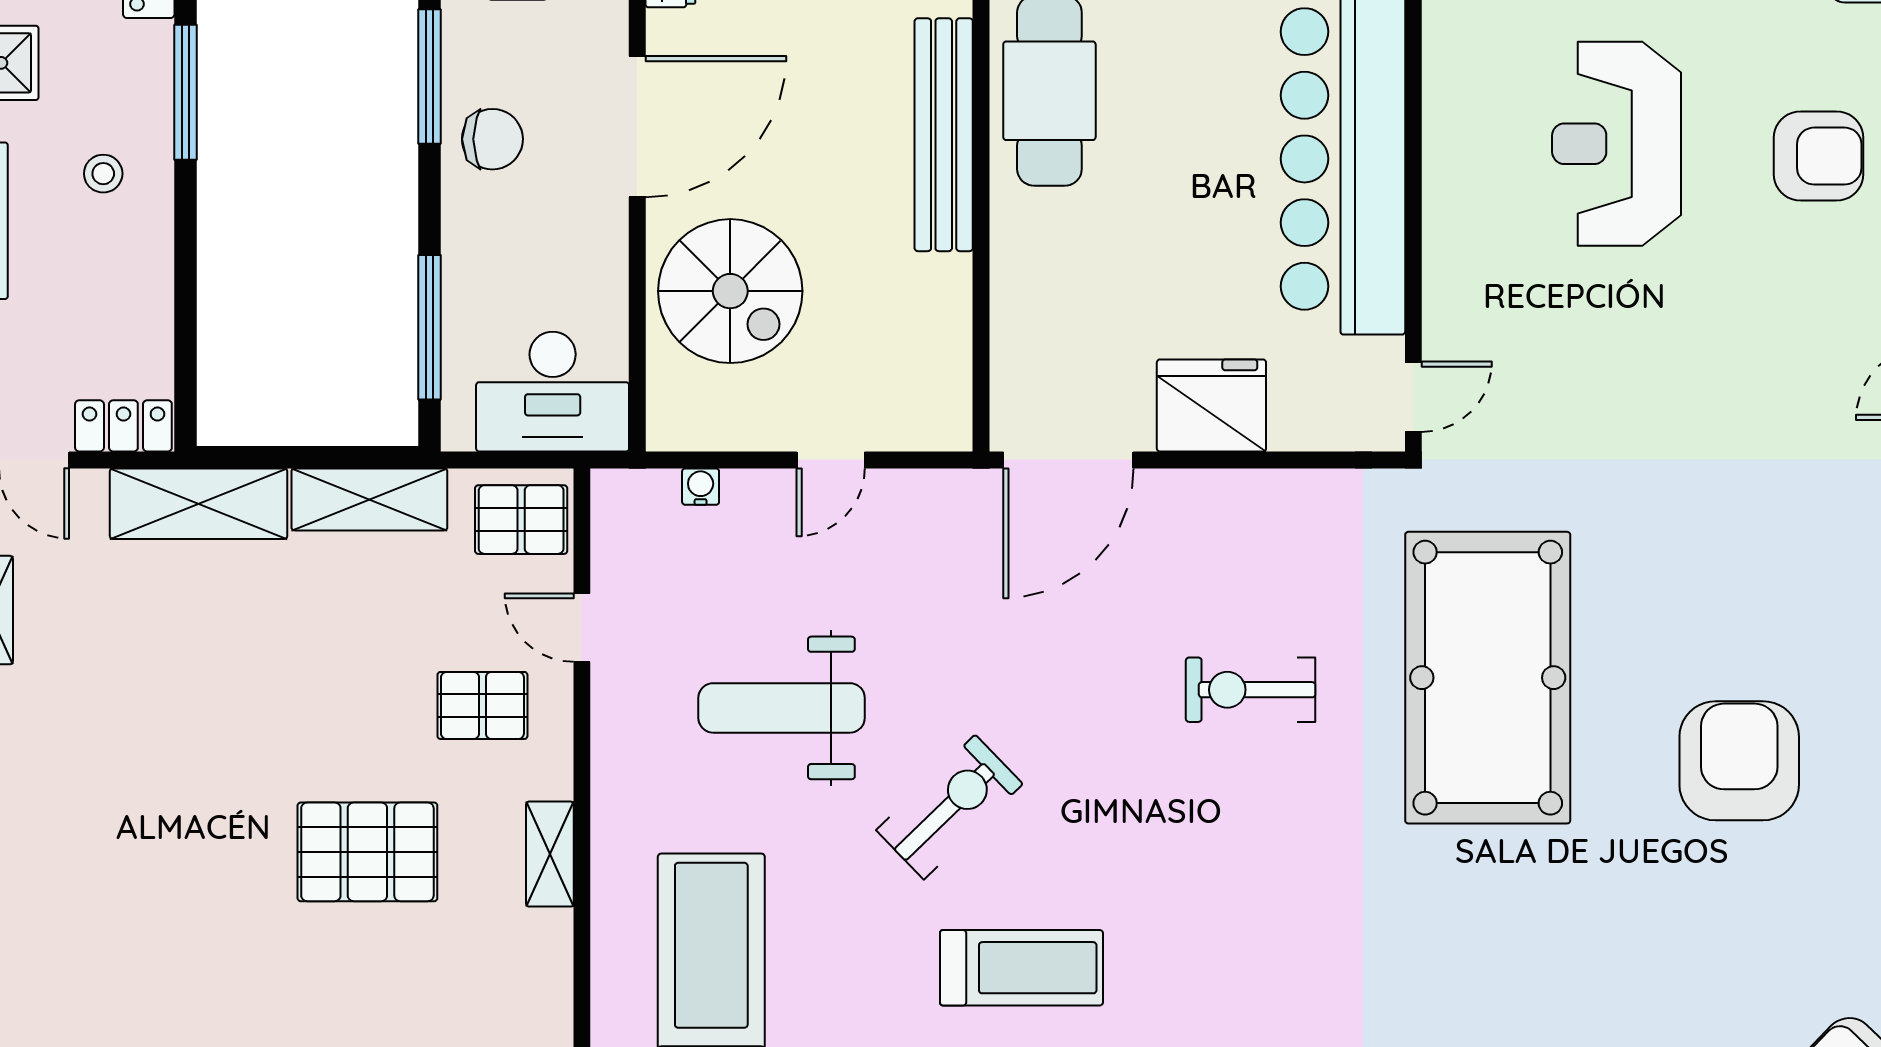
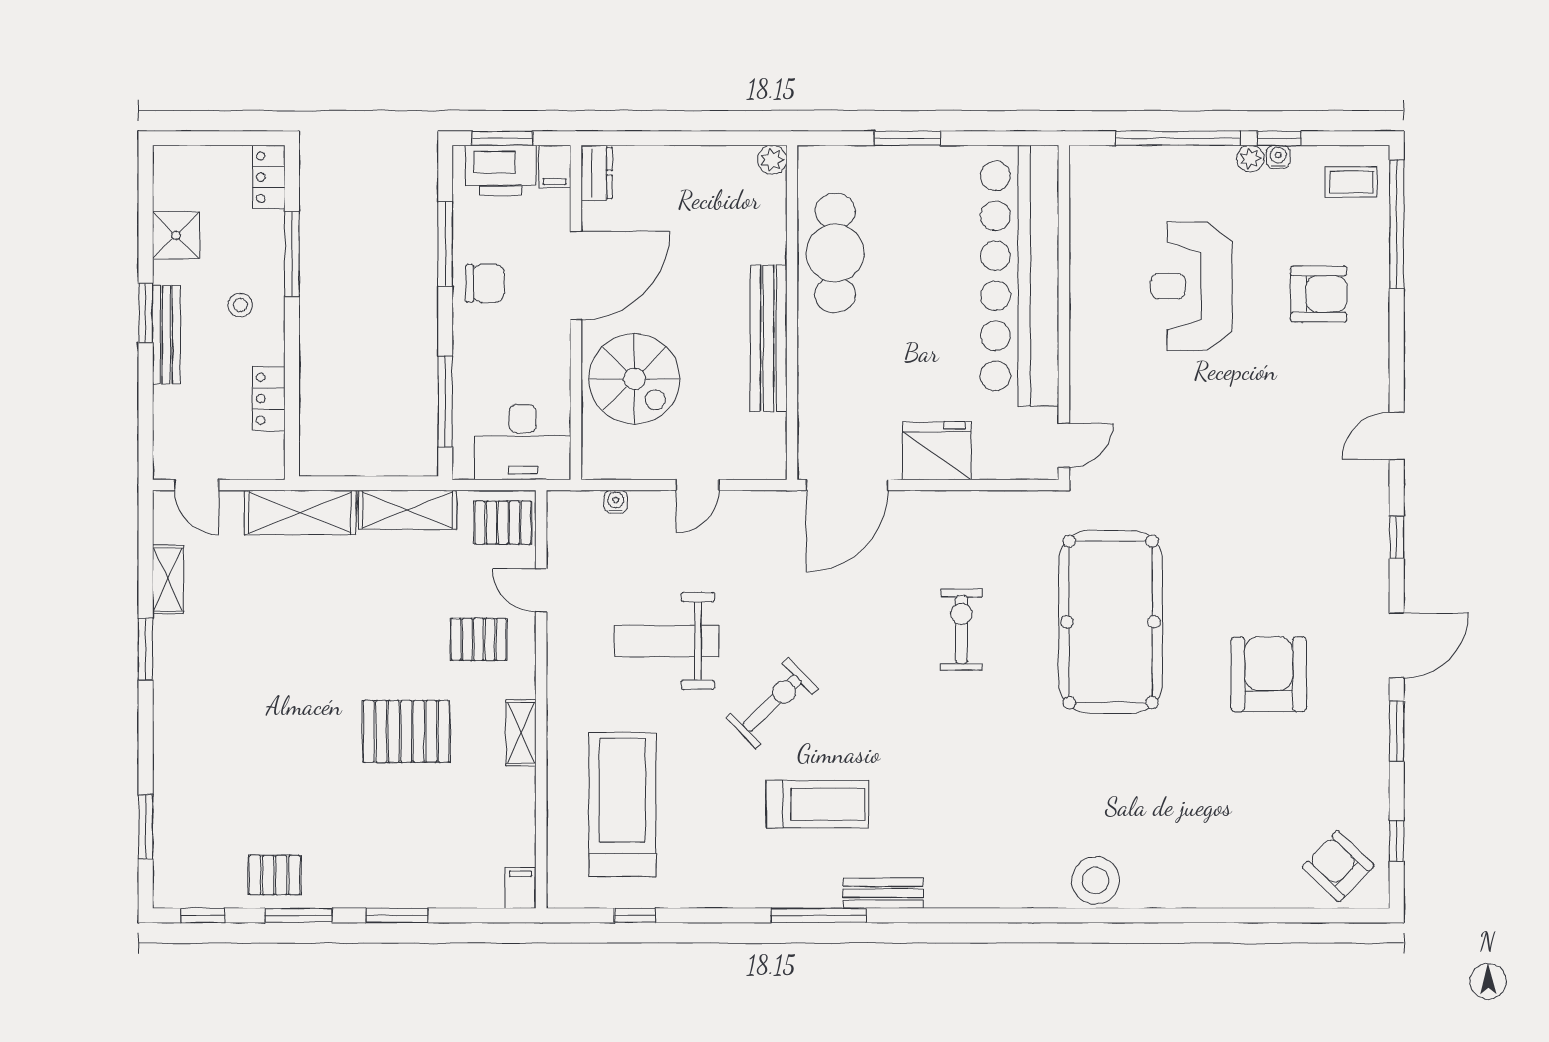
bench: (944, 135) -> (769, 338), moved
locker: (123, 426) -> (269, 399), moved, turned -90
exercise bike: (1251, 690) -> (962, 629), turned 90

